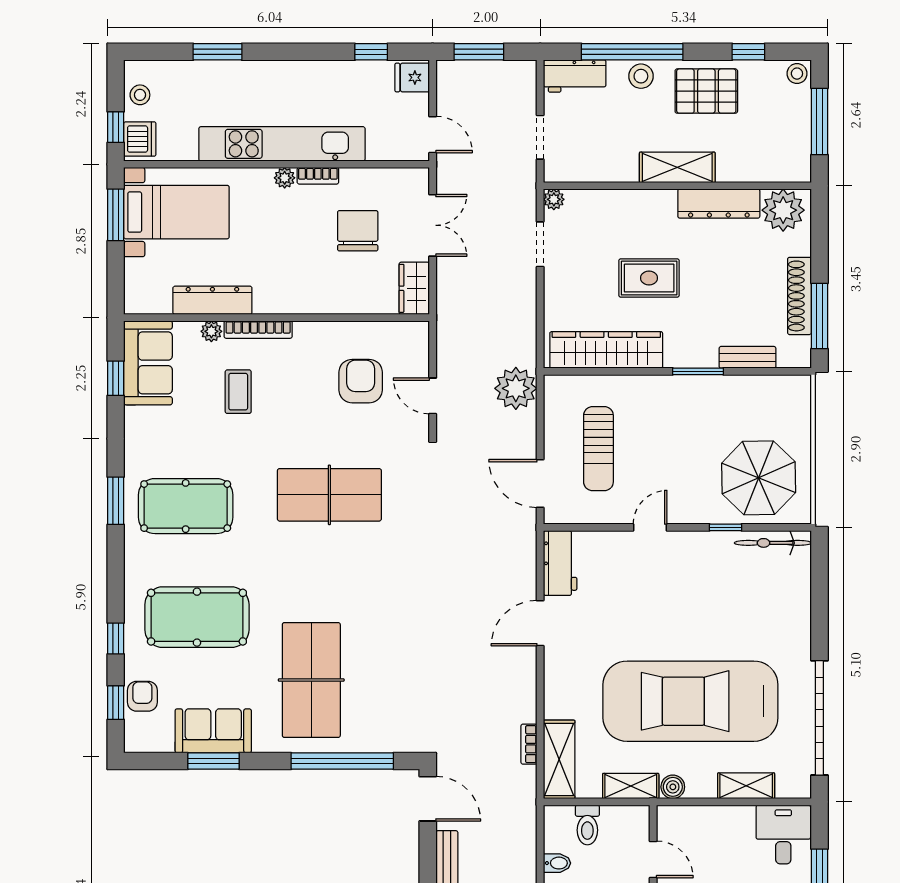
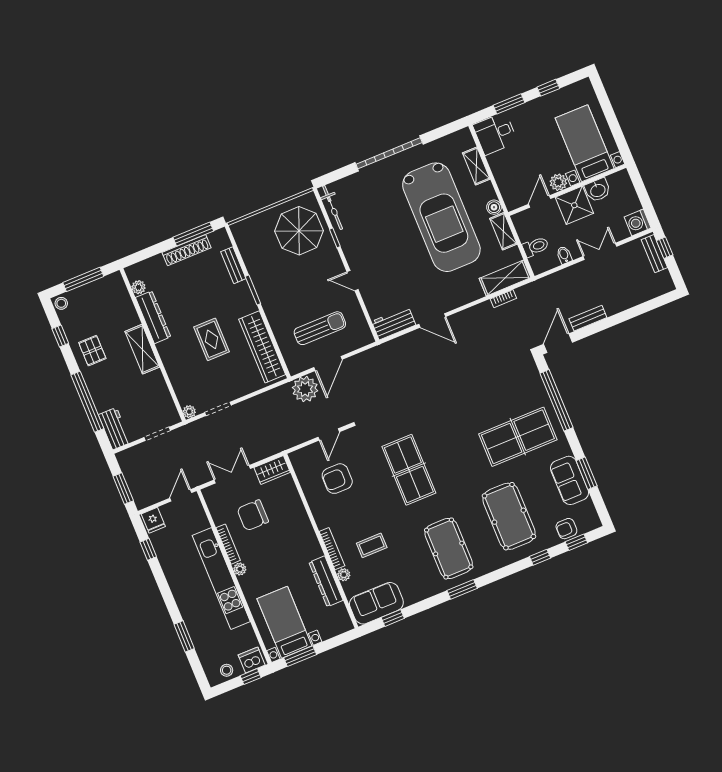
stool: (641, 76) -> (99, 391), removed
pallet: (706, 91) -> (92, 351), width x0.67, depth x0.71
bookcase: (318, 176) -> (228, 544), width x1.56
plant: (783, 210) -> (139, 287), width x0.53, depth x0.53
door: (540, 483) -> (328, 363), moved
garage door: (819, 718) -> (389, 153), moved

